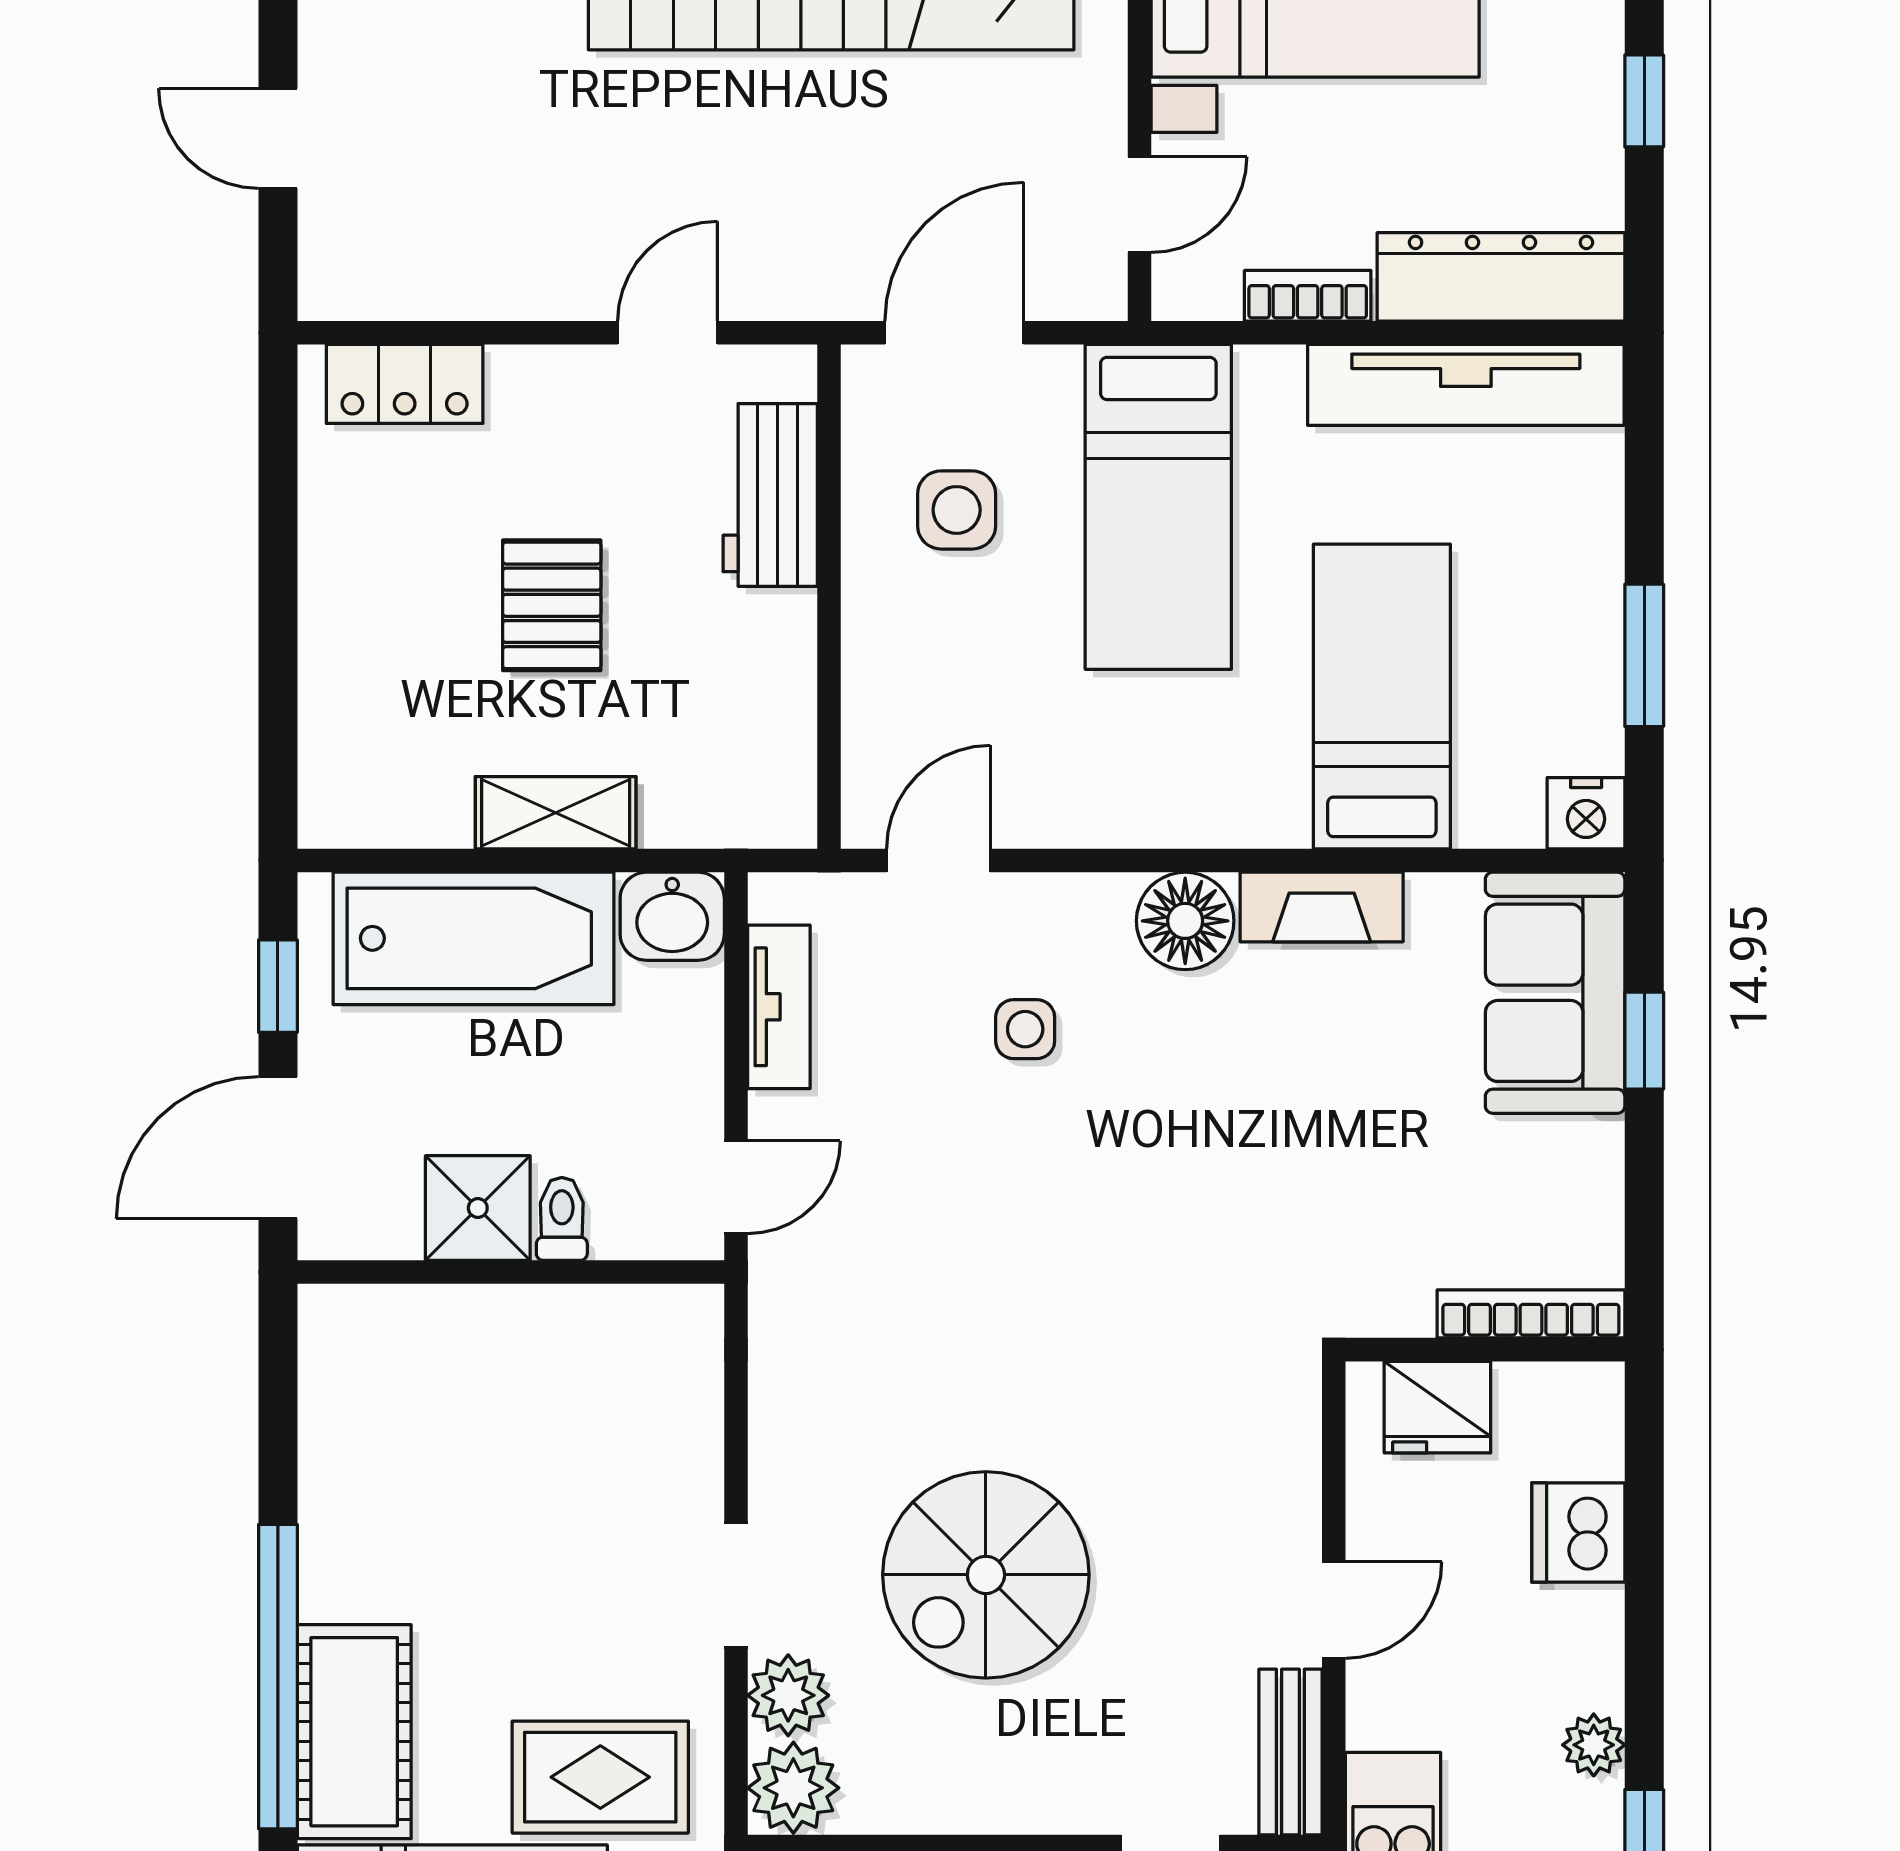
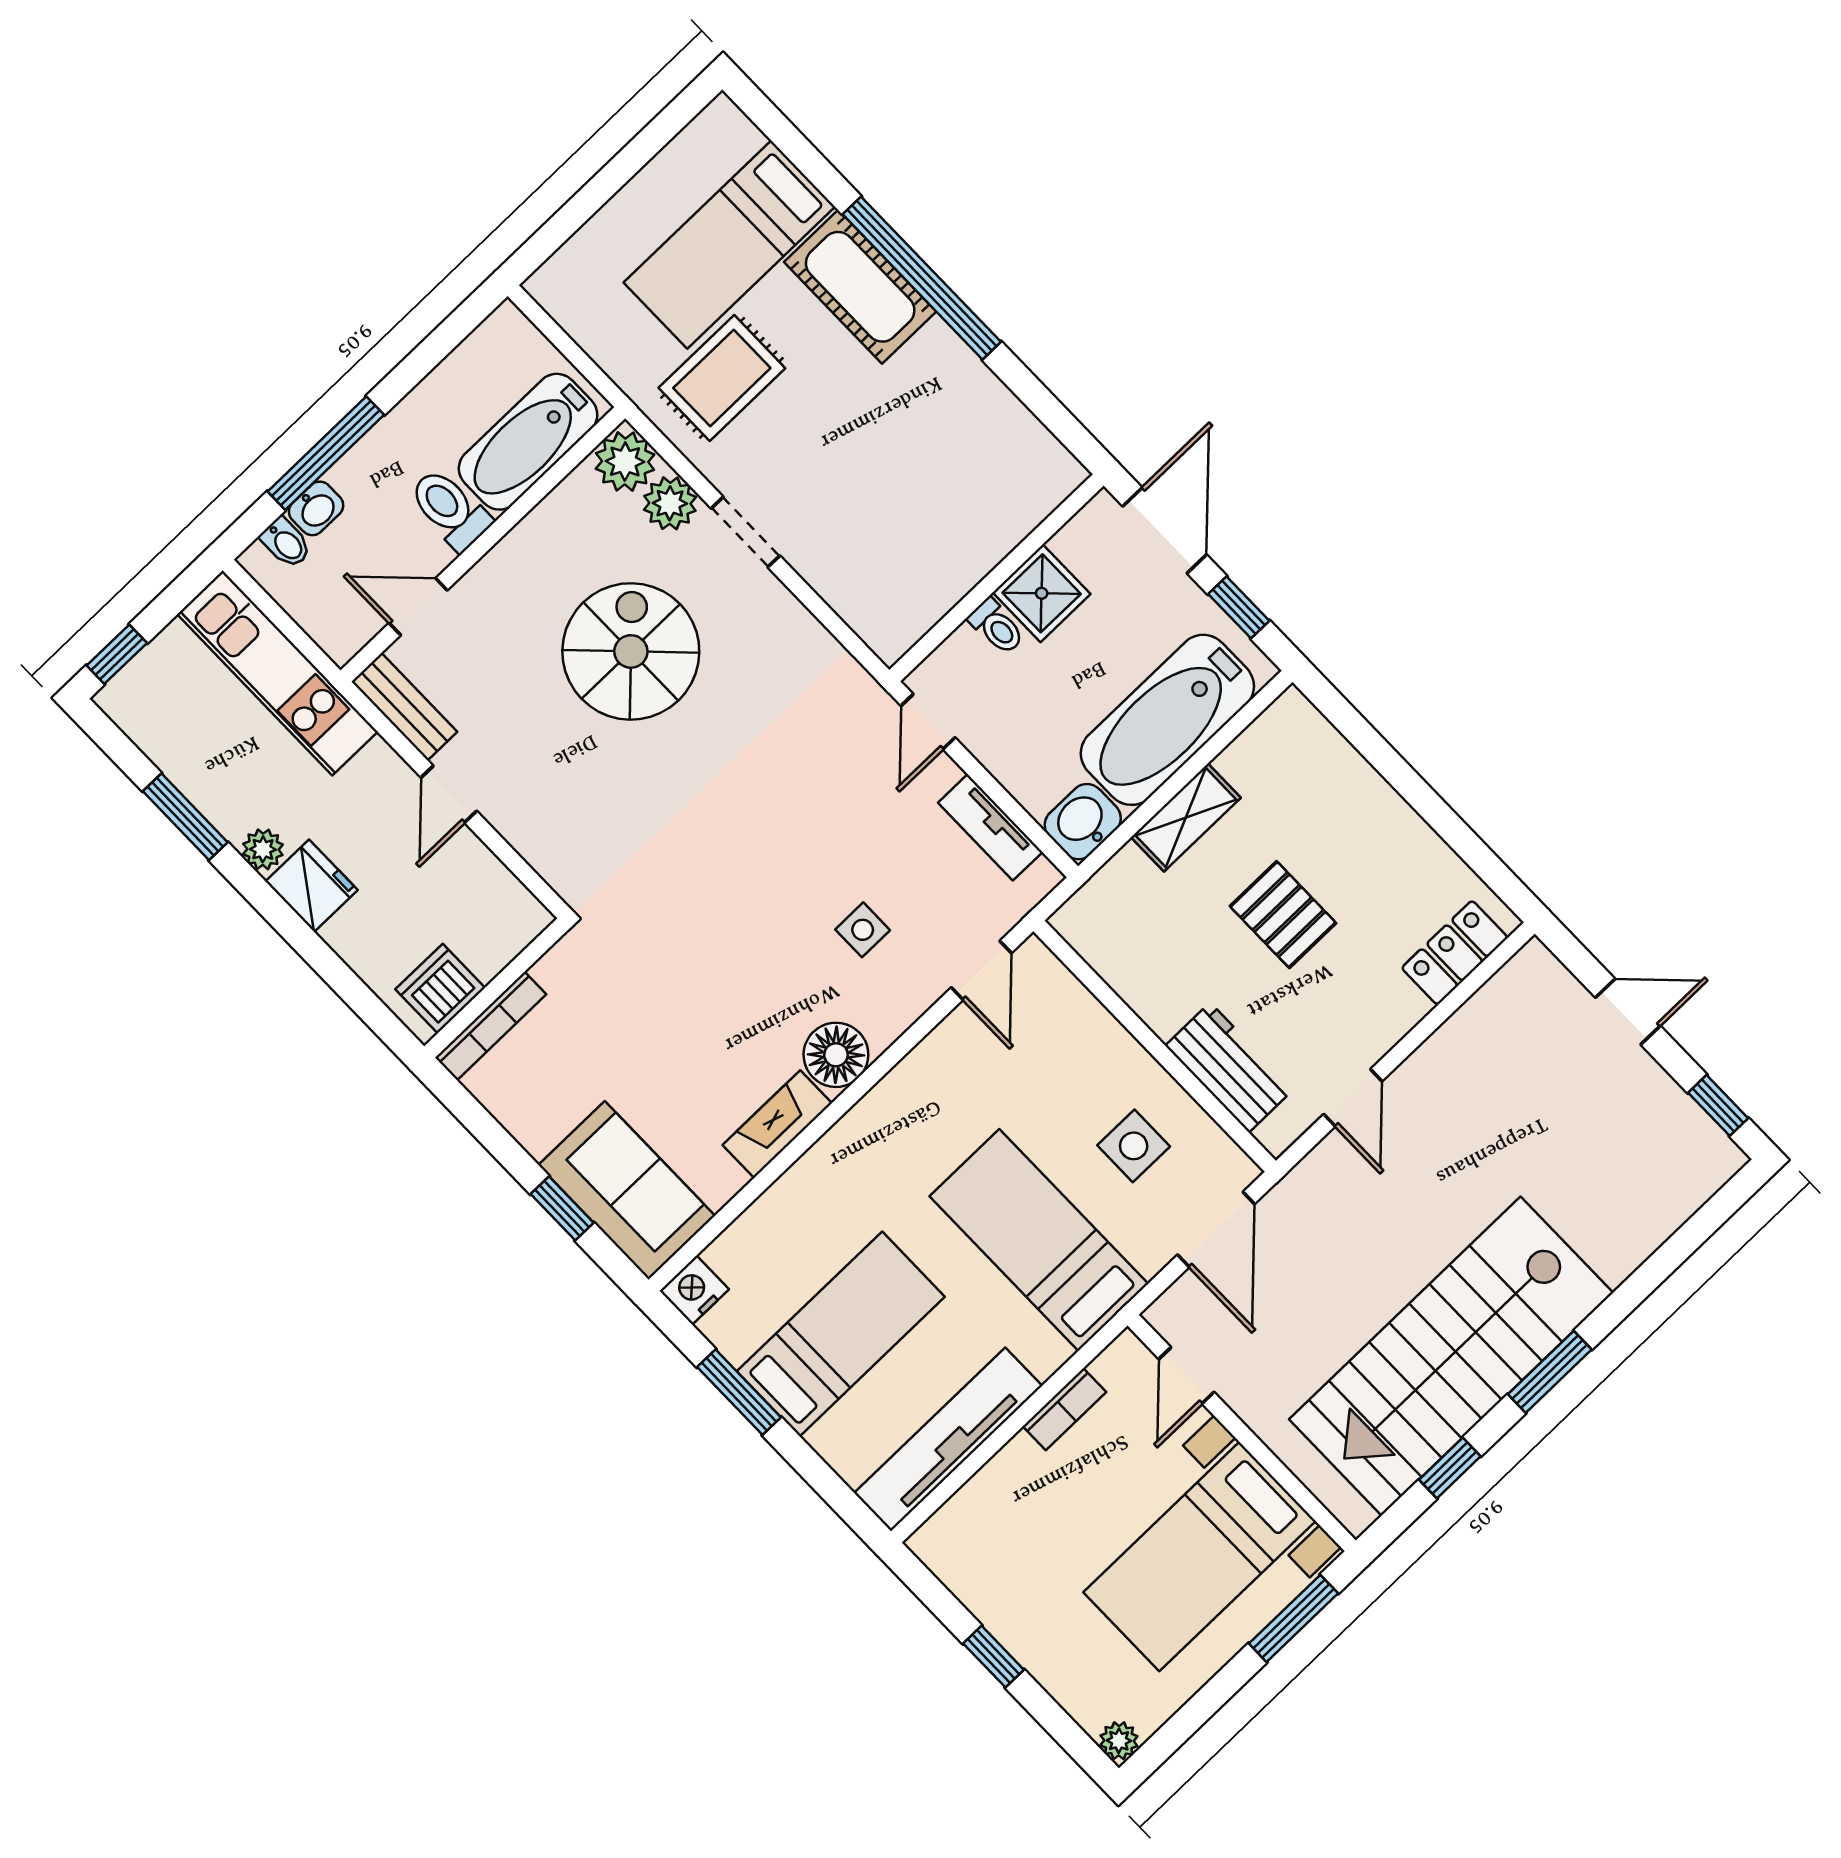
dresser: (1501, 277) -> (981, 1507), removed
bed: (1382, 697) -> (841, 1334), moved, turned -90
fridge: (1437, 1407) -> (312, 886), moved, turned 90
dishwasher: (1578, 1533) -> (440, 988), moved, turned -90

